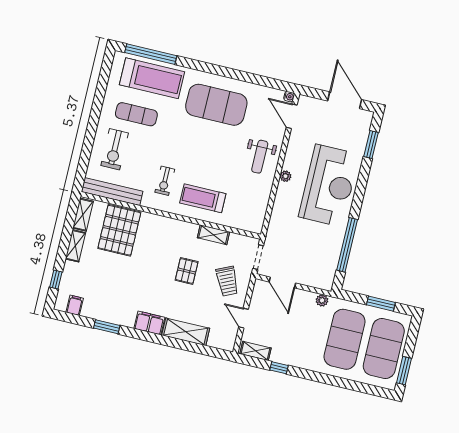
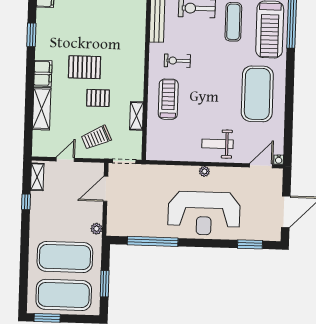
pallet: (119, 230) -> (85, 67), moved, width x0.73, depth x0.71

